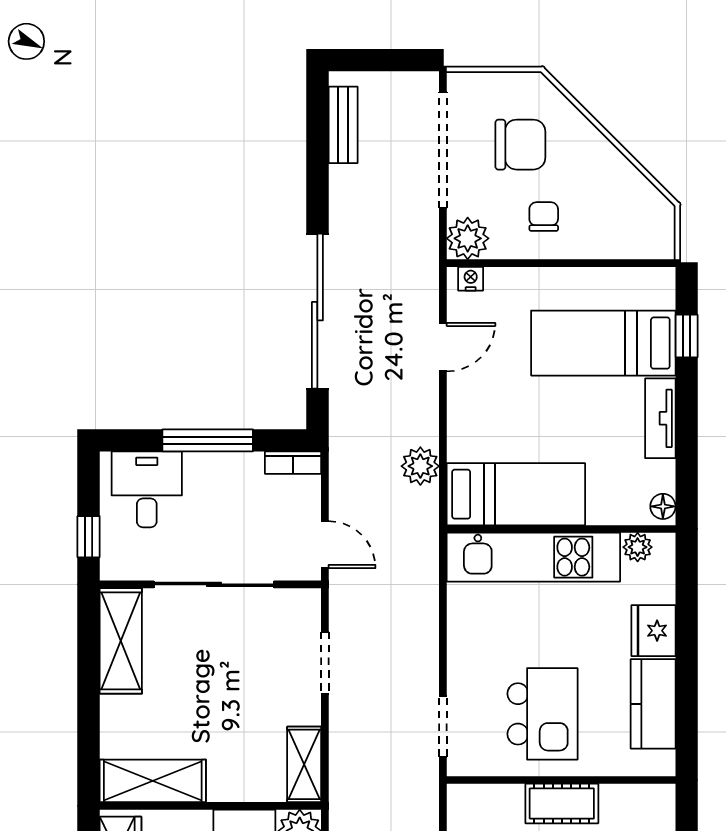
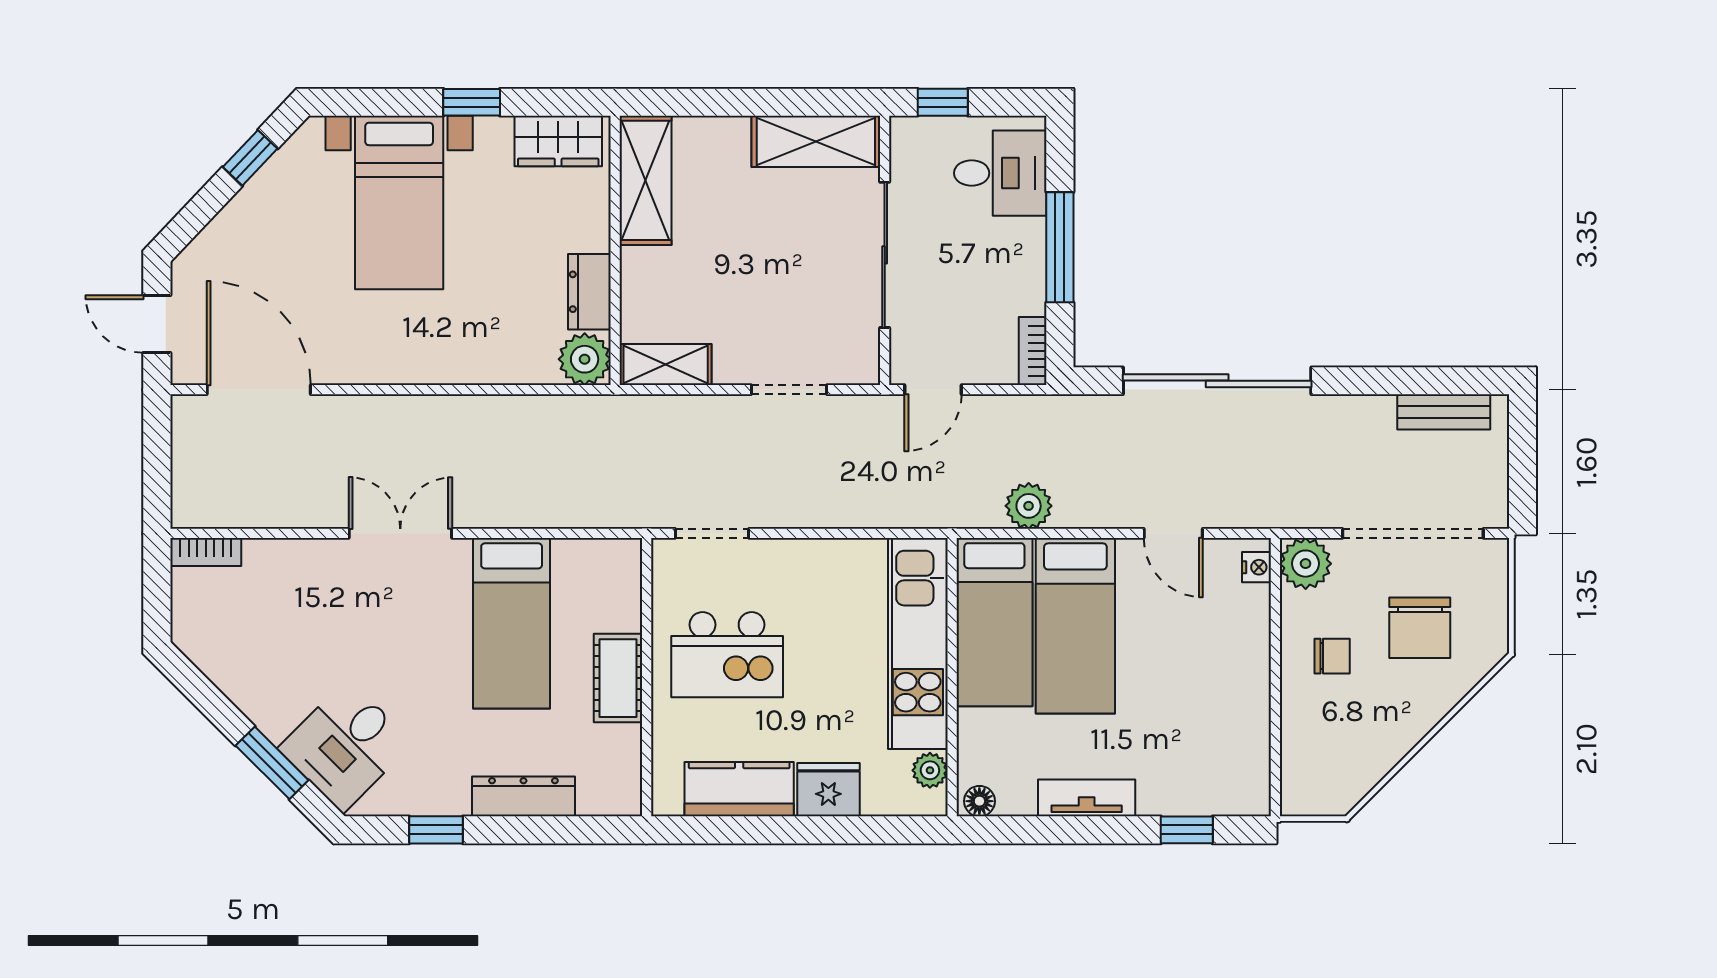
bed: (603, 343) -> (1075, 626), moved, turned 180

